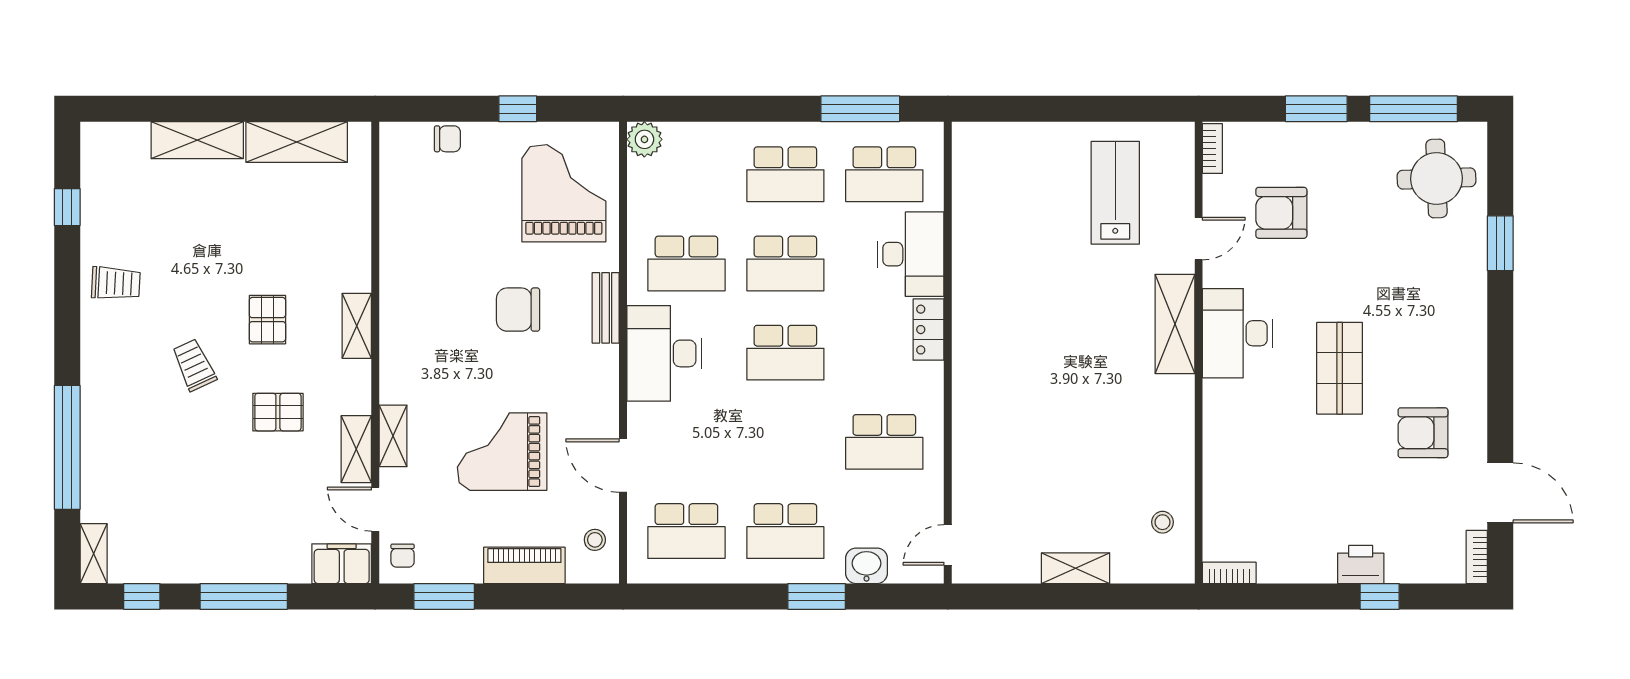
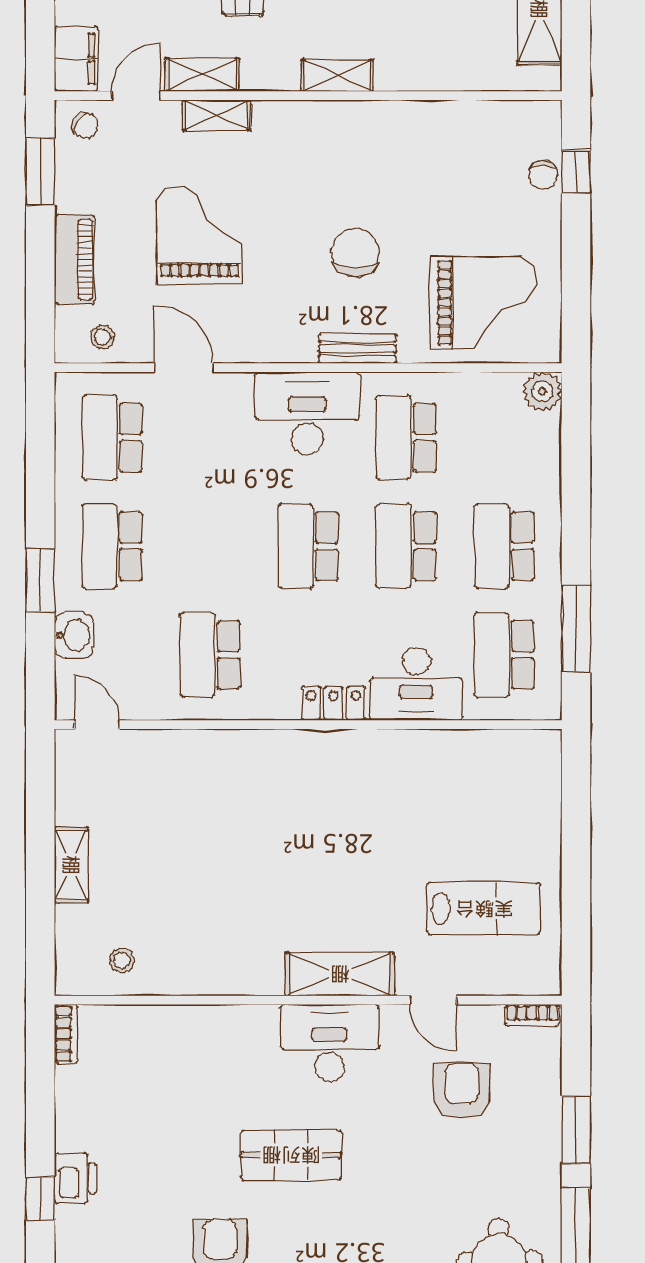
window: (518, 109) -> (576, 172), moved
door: (623, 466) -> (184, 368), hinge flipped
chair: (403, 556) -> (85, 126), turned -149

